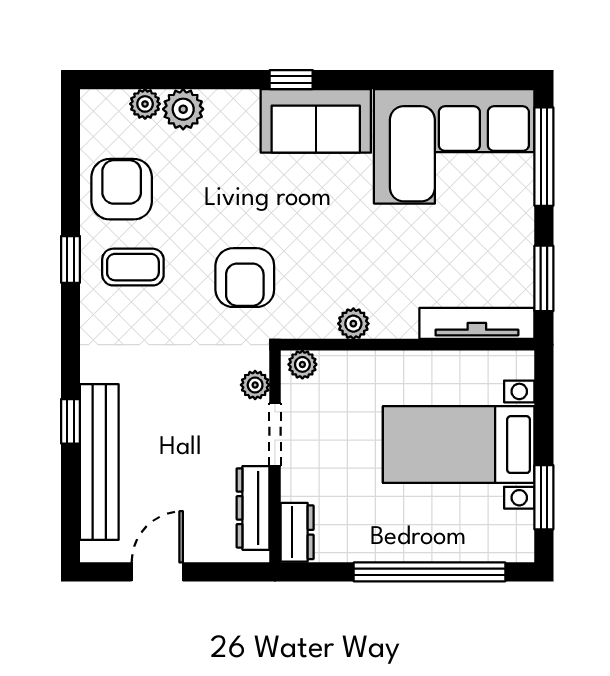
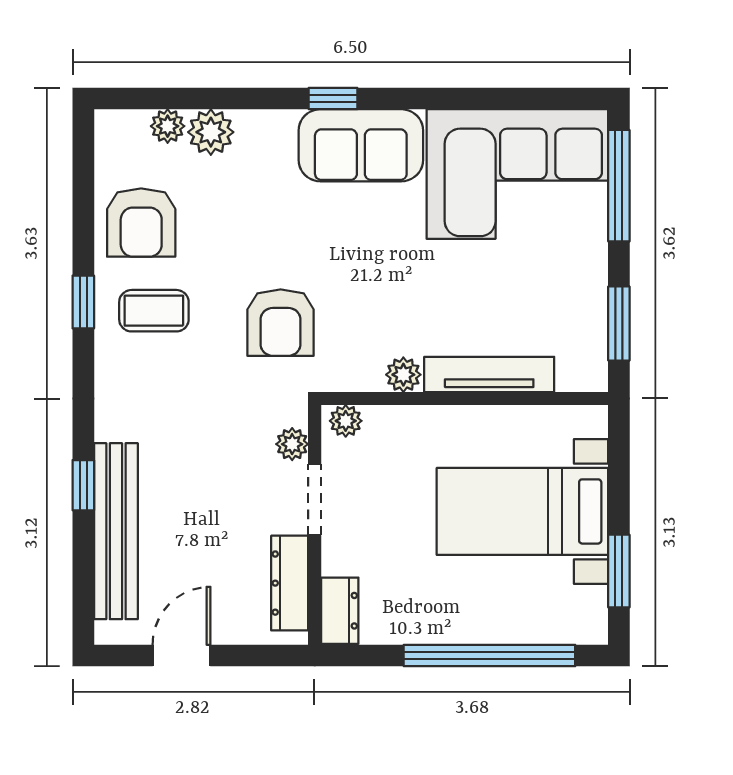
armchair: (122, 189) -> (141, 223), turned 180
tv unit: (477, 323) -> (489, 374), moved

